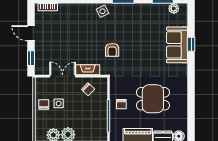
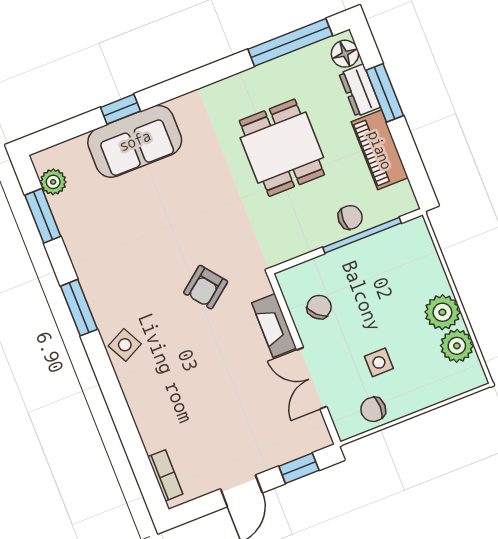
armchair: (112, 50) -> (206, 287), turned 142
chair: (44, 104) -> (373, 409), moved
chair: (121, 104) -> (350, 217), moved
window: (191, 117) -> (290, 42), added

